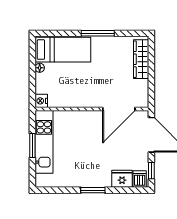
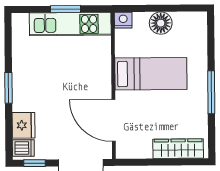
bed: (63, 50) -> (151, 74), moved, turned -90
floor lamp: (40, 68) -> (161, 23), width x1.89, depth x1.89

